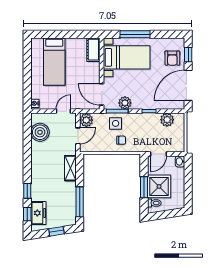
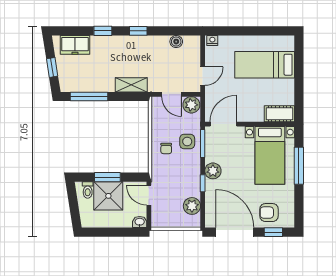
plant: (125, 103) -> (213, 171), moved
door: (63, 111) -> (203, 76), hinge flipped
boiler: (40, 132) -> (176, 42), width x0.54, depth x0.54
window: (27, 214) -> (138, 31), moved

